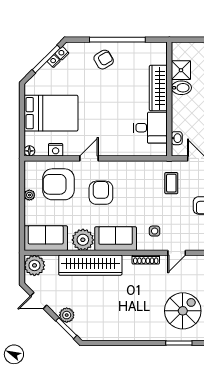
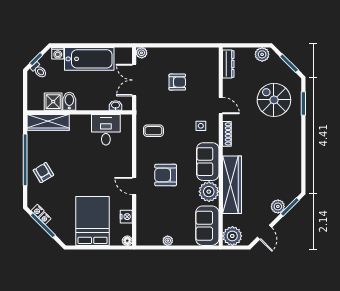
wardrobe: (158, 88) -> (48, 122), moved
coffee table: (171, 183) -> (153, 131), moved
armchair: (58, 184) -> (158, 214), removed

